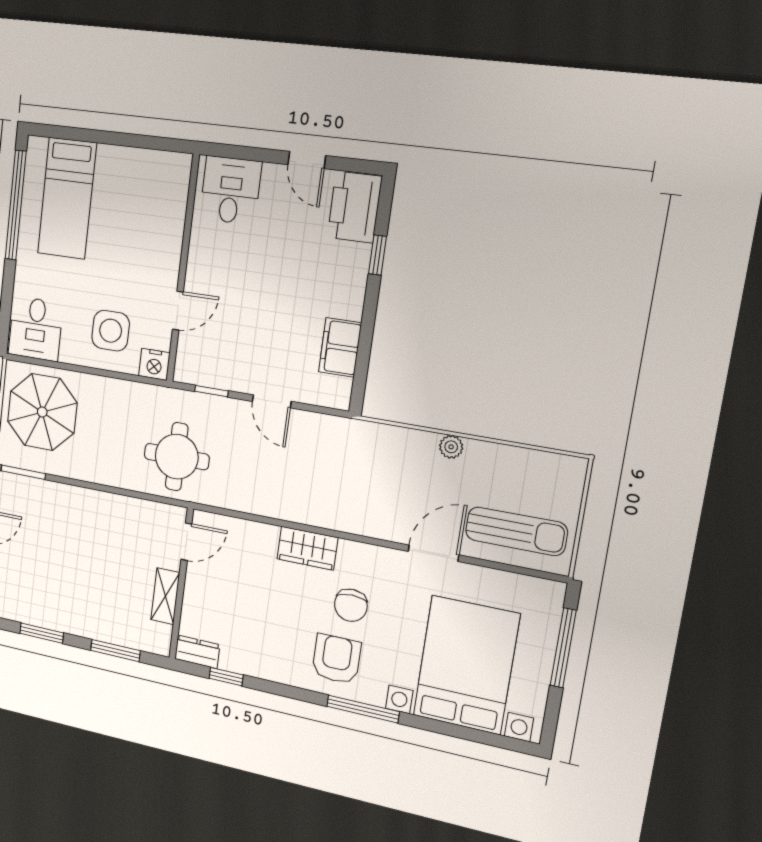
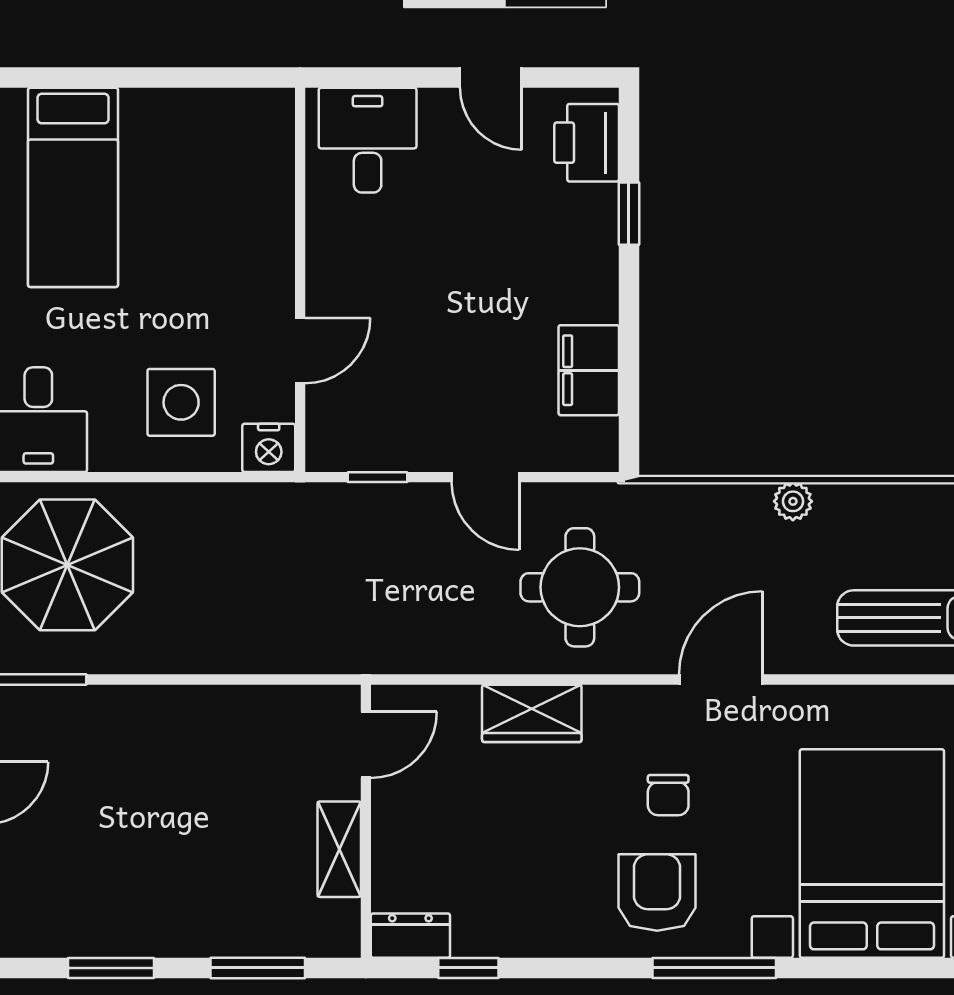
printer: (355, 207) -> (587, 143), width x0.73, depth x0.84
round table: (177, 457) -> (580, 587), moved
wardrobe: (307, 548) -> (532, 713), moved
door: (433, 553) -> (721, 680), moved
chair: (351, 605) -> (668, 795), width x0.73, depth x0.73

